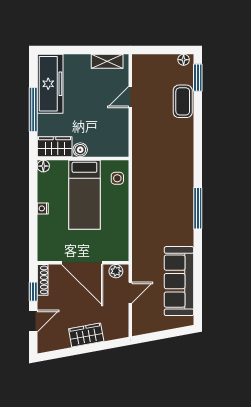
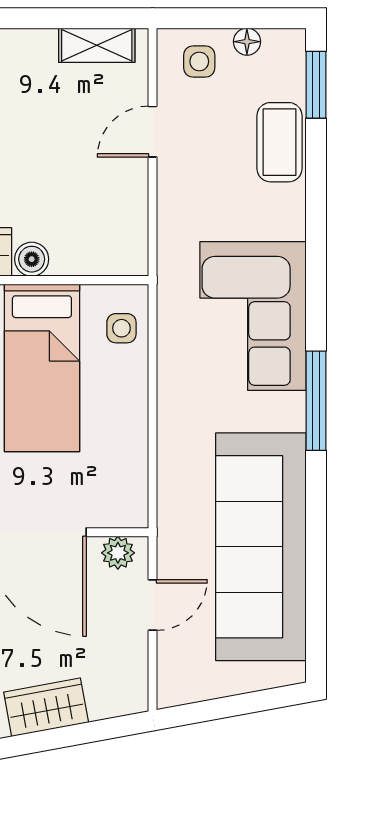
floor lamp: (184, 60) -> (247, 42), moved
side table: (150, 68) -> (199, 61), added
corner sofa: (172, 173) -> (253, 316), added
sofa: (179, 281) -> (261, 547), width x1.36, depth x1.27

